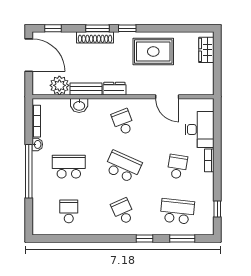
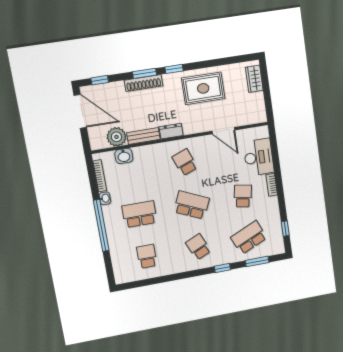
washbasin: (79, 105) -> (124, 156), moved
school desk: (177, 211) -> (249, 238), turned -30

